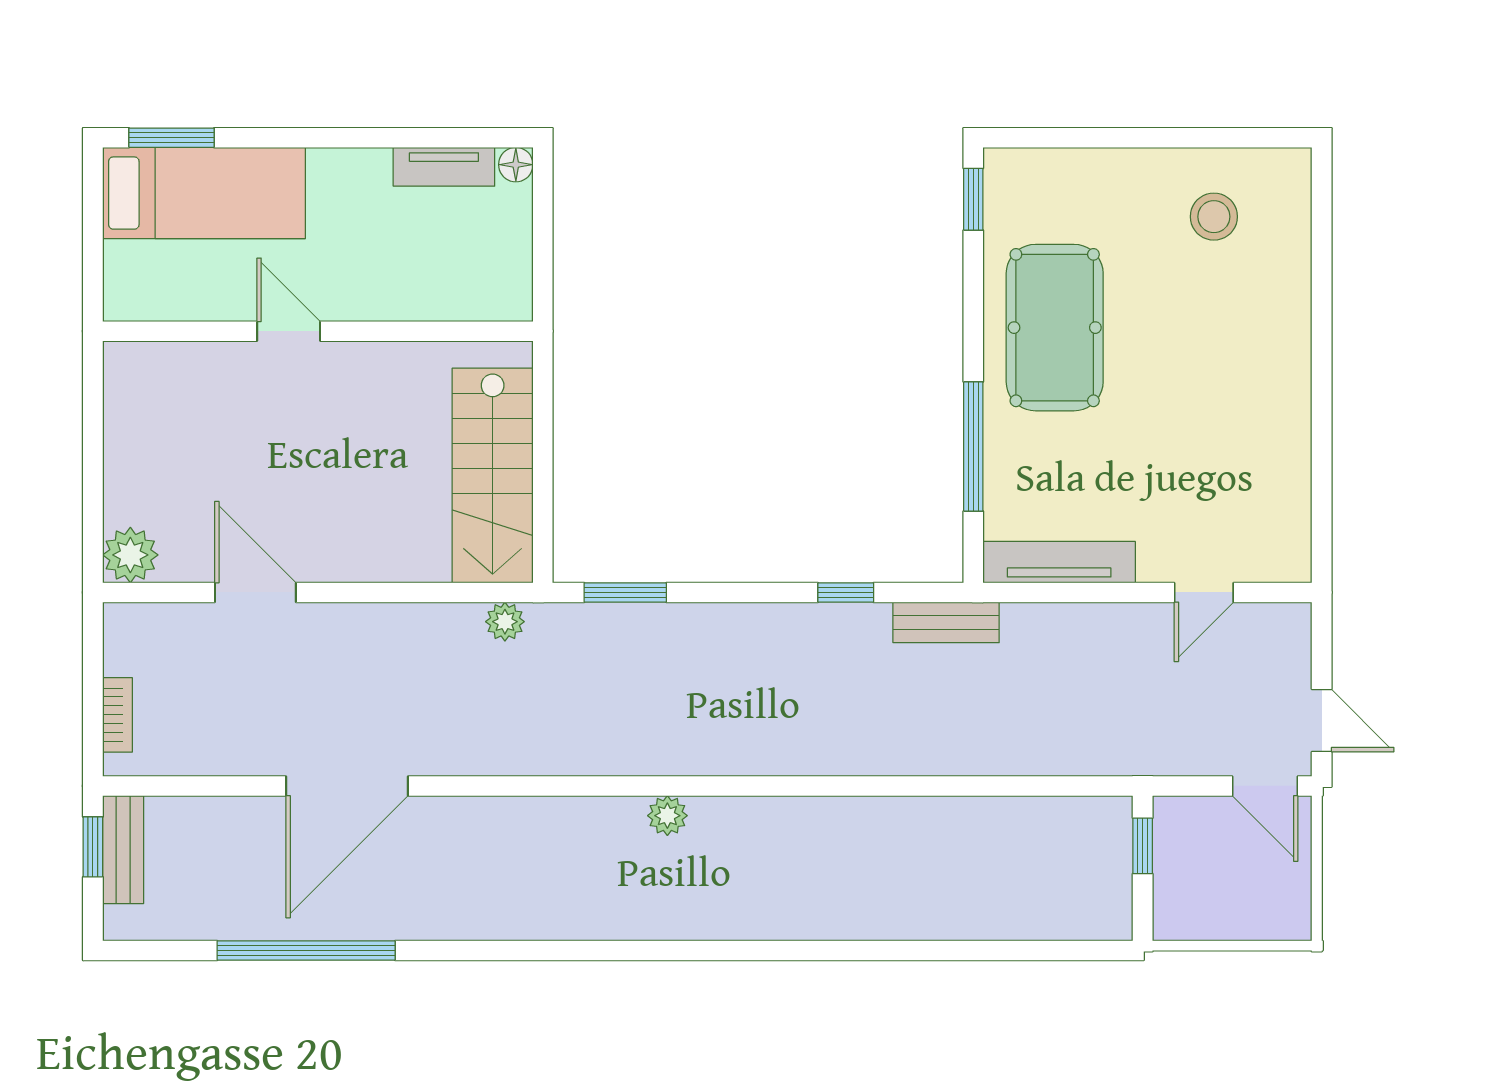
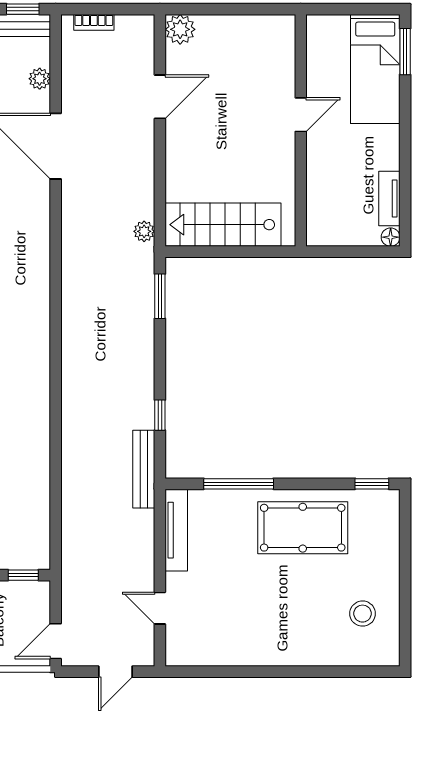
bench: (946, 622) -> (144, 469), width x1.36
door: (1322, 720) -> (115, 672), moved
plant: (667, 816) -> (40, 79), moved

